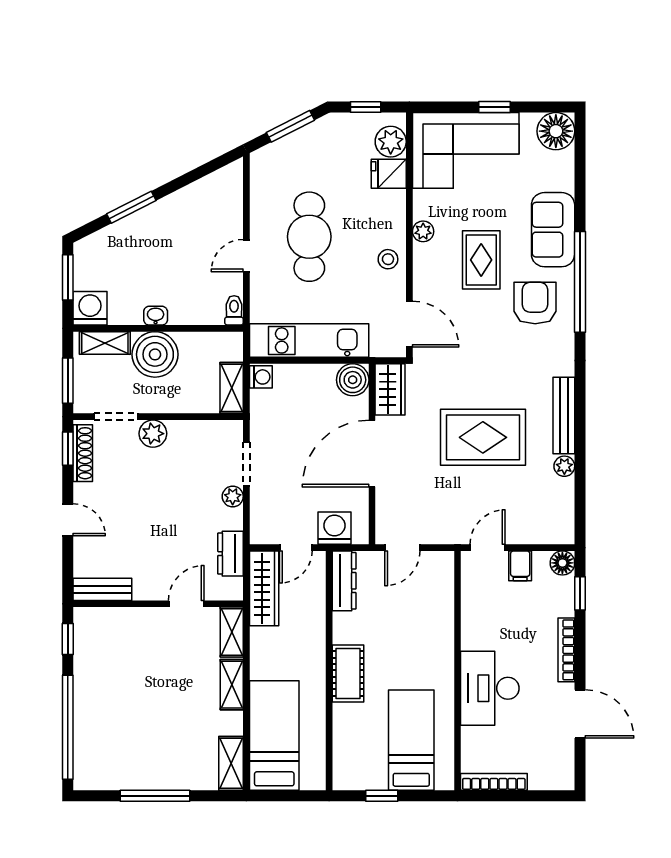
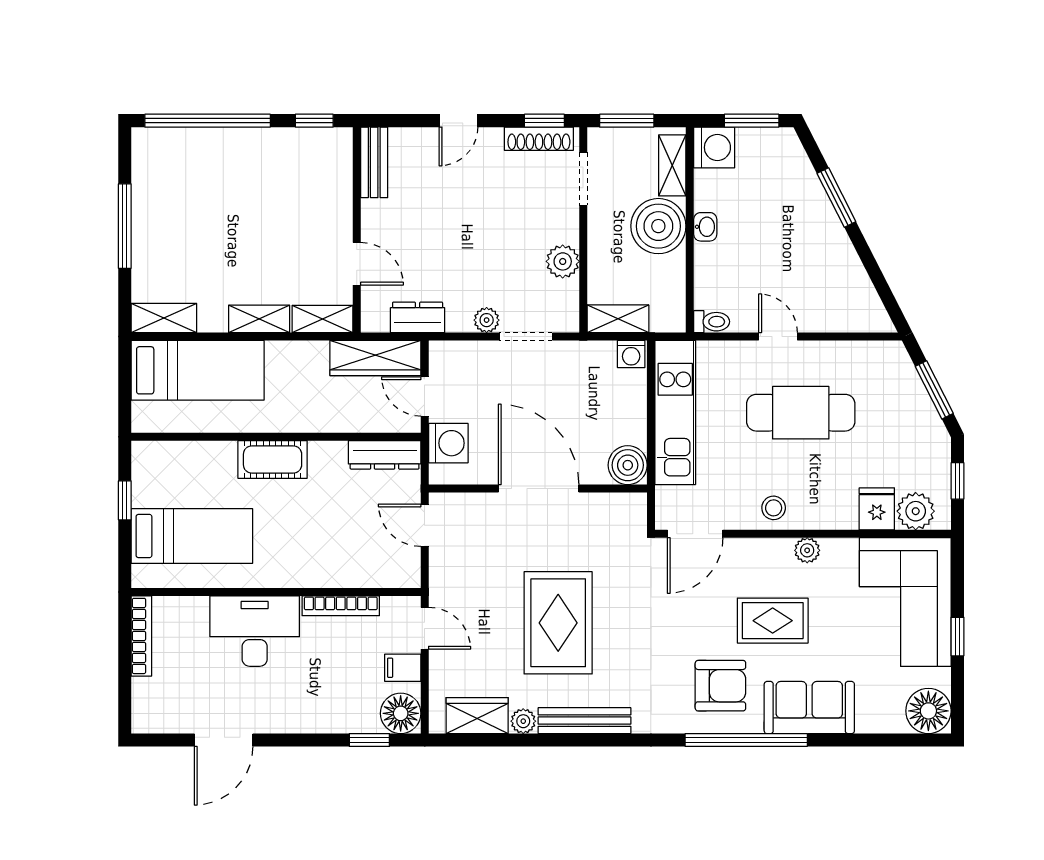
wardrobe: (390, 389) -> (477, 716), moved, turned 180
plant: (153, 434) -> (563, 261), moved
floor lamp: (562, 563) -> (401, 713), width x1.38, depth x1.38
bookcase: (566, 650) -> (341, 606), moved, turned 180

